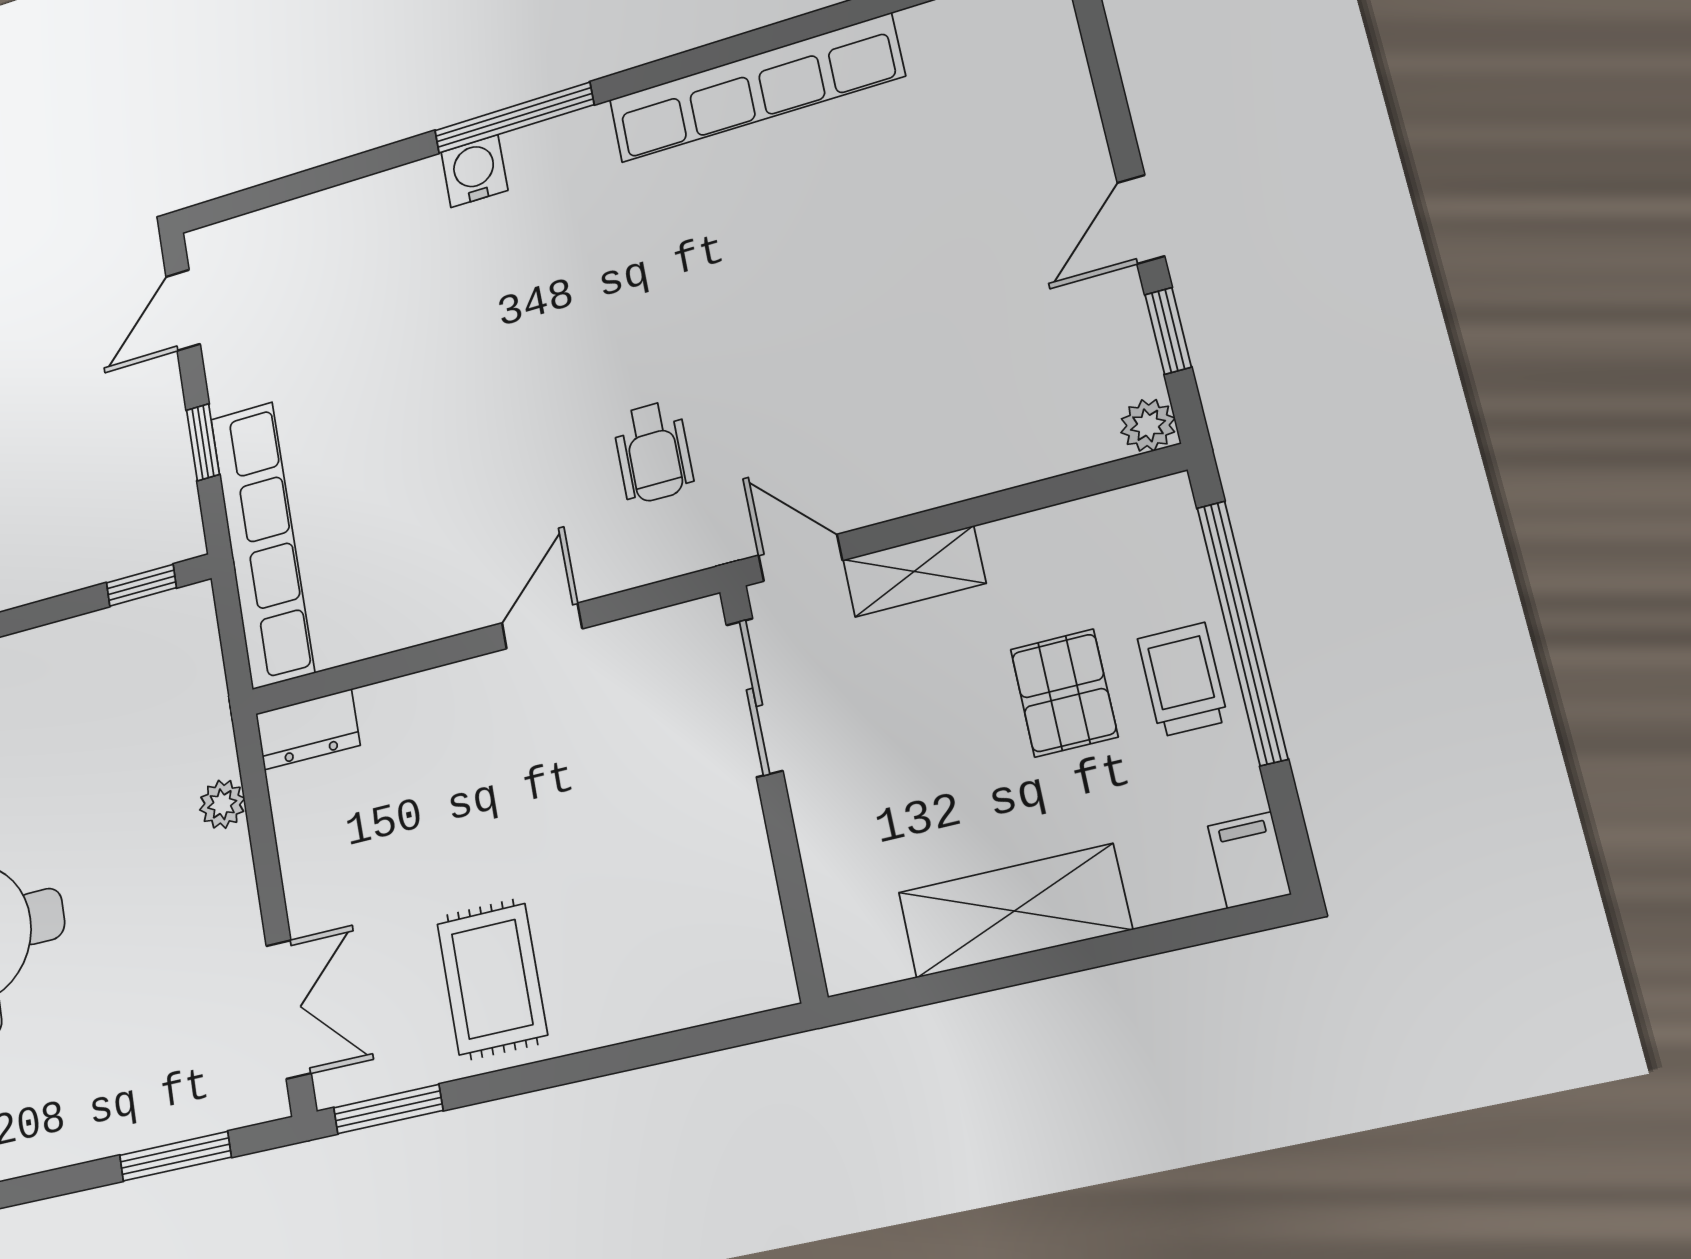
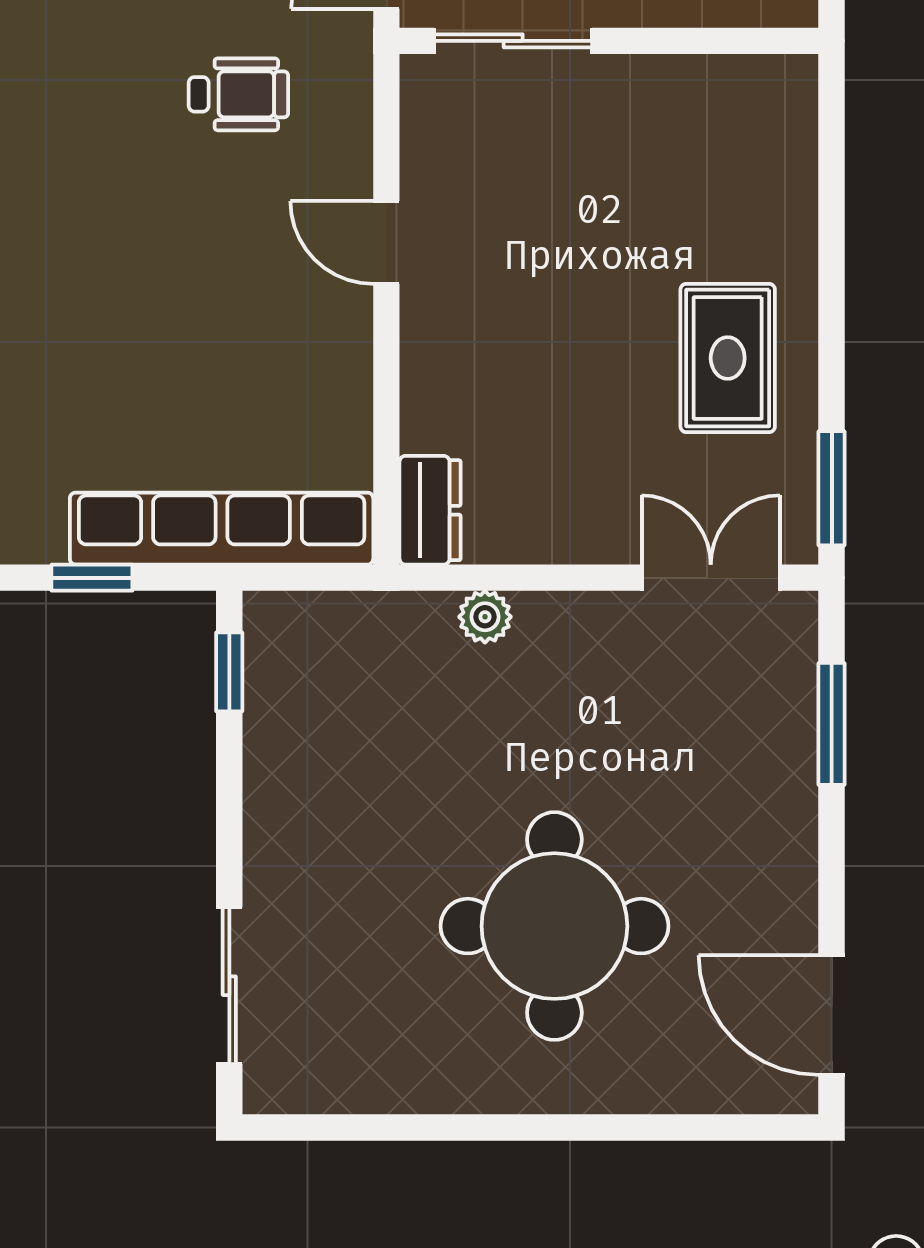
rug: (492, 979) -> (728, 358), turned 90

